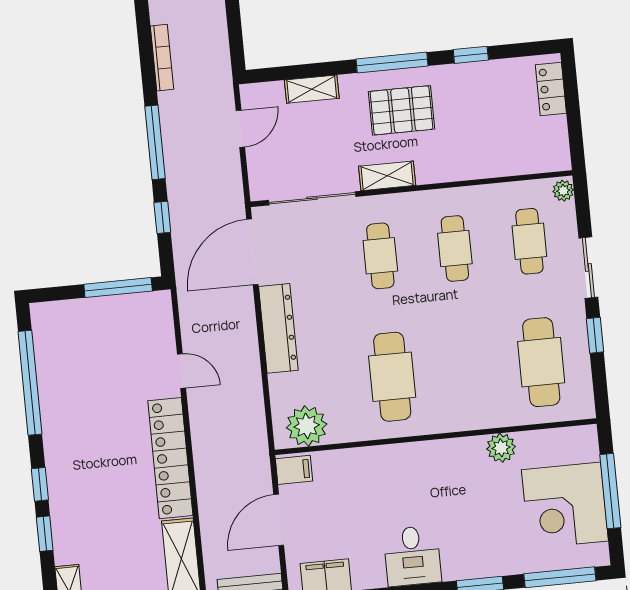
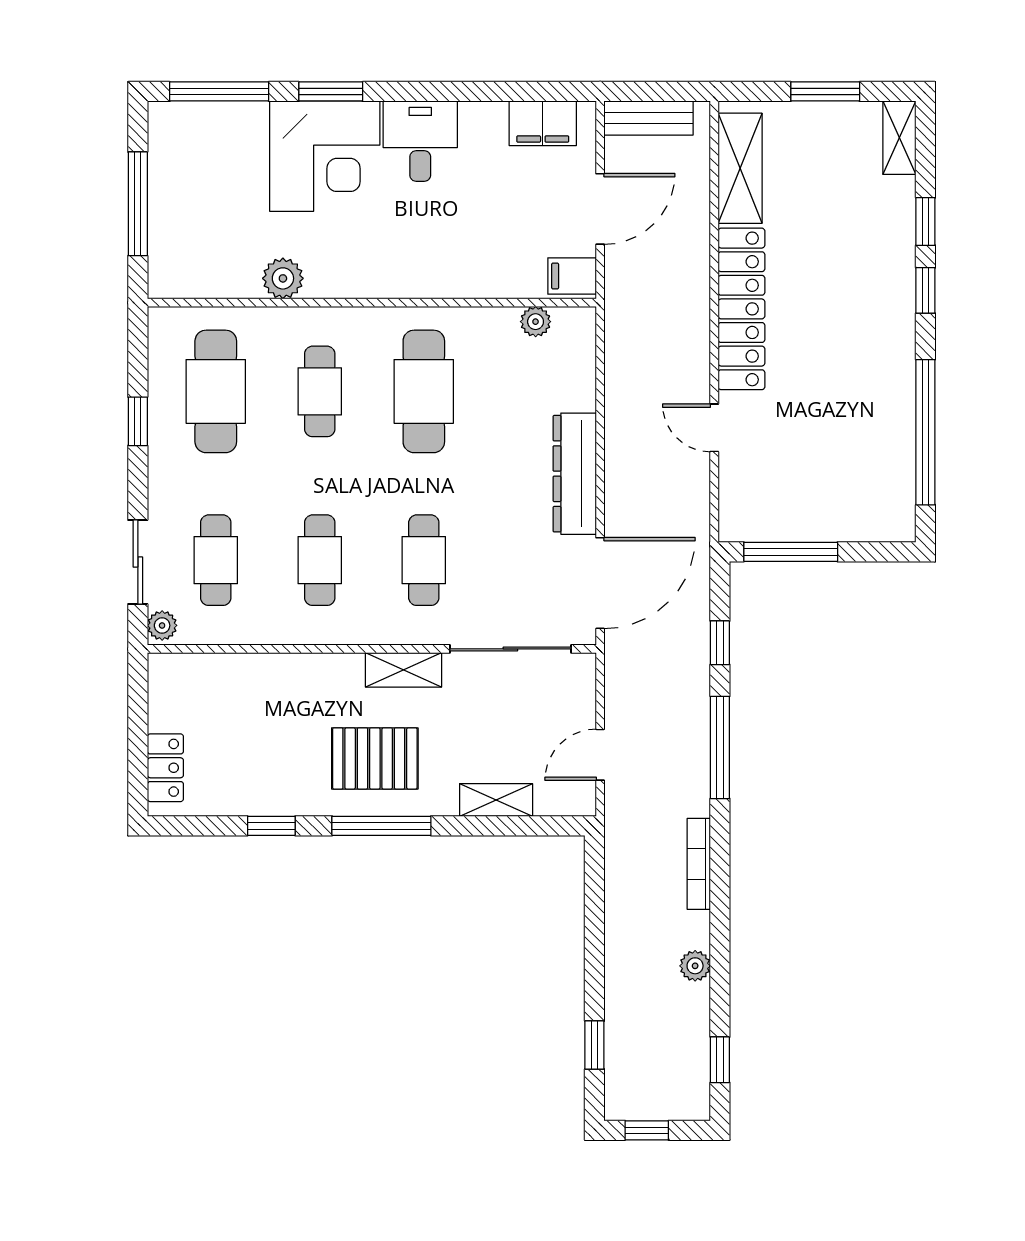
sliding door: (588, 268) -> (138, 562), moved
cafe table: (467, 369) -> (320, 391), added
plant: (307, 426) -> (536, 322), width x0.53, depth x0.53
corner desk: (565, 505) -> (325, 156), moved, turned 90

